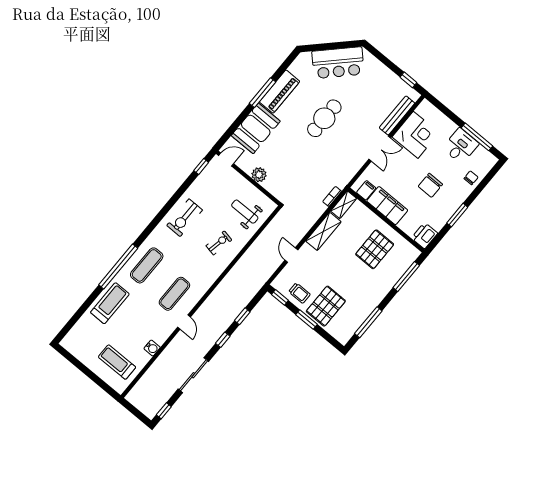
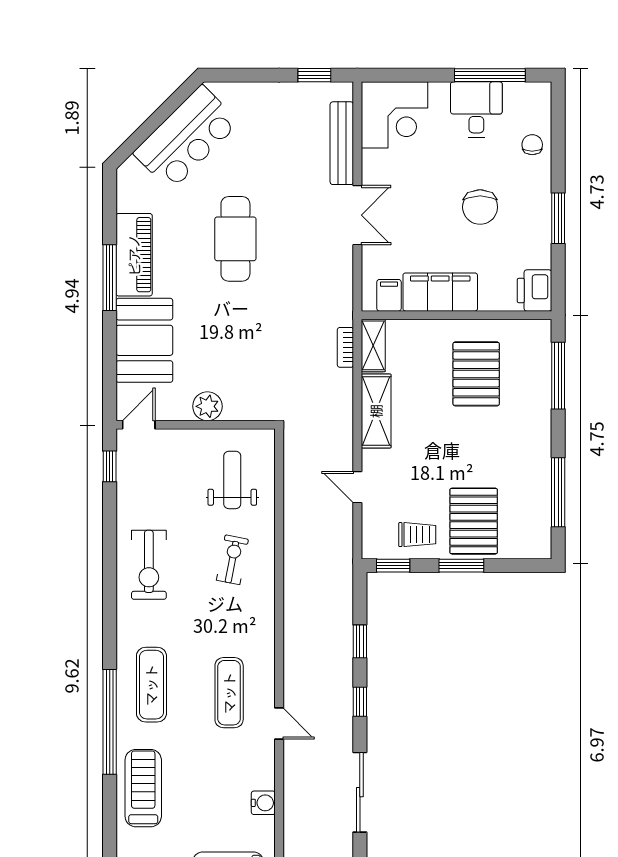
corner desk: (416, 135) -> (394, 115), moved, turned 90
weight bench: (245, 212) -> (232, 480), turned 90

